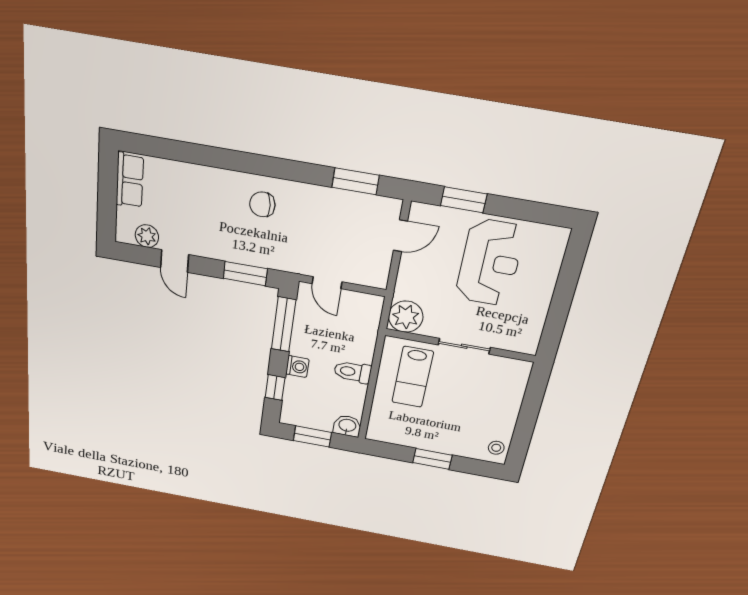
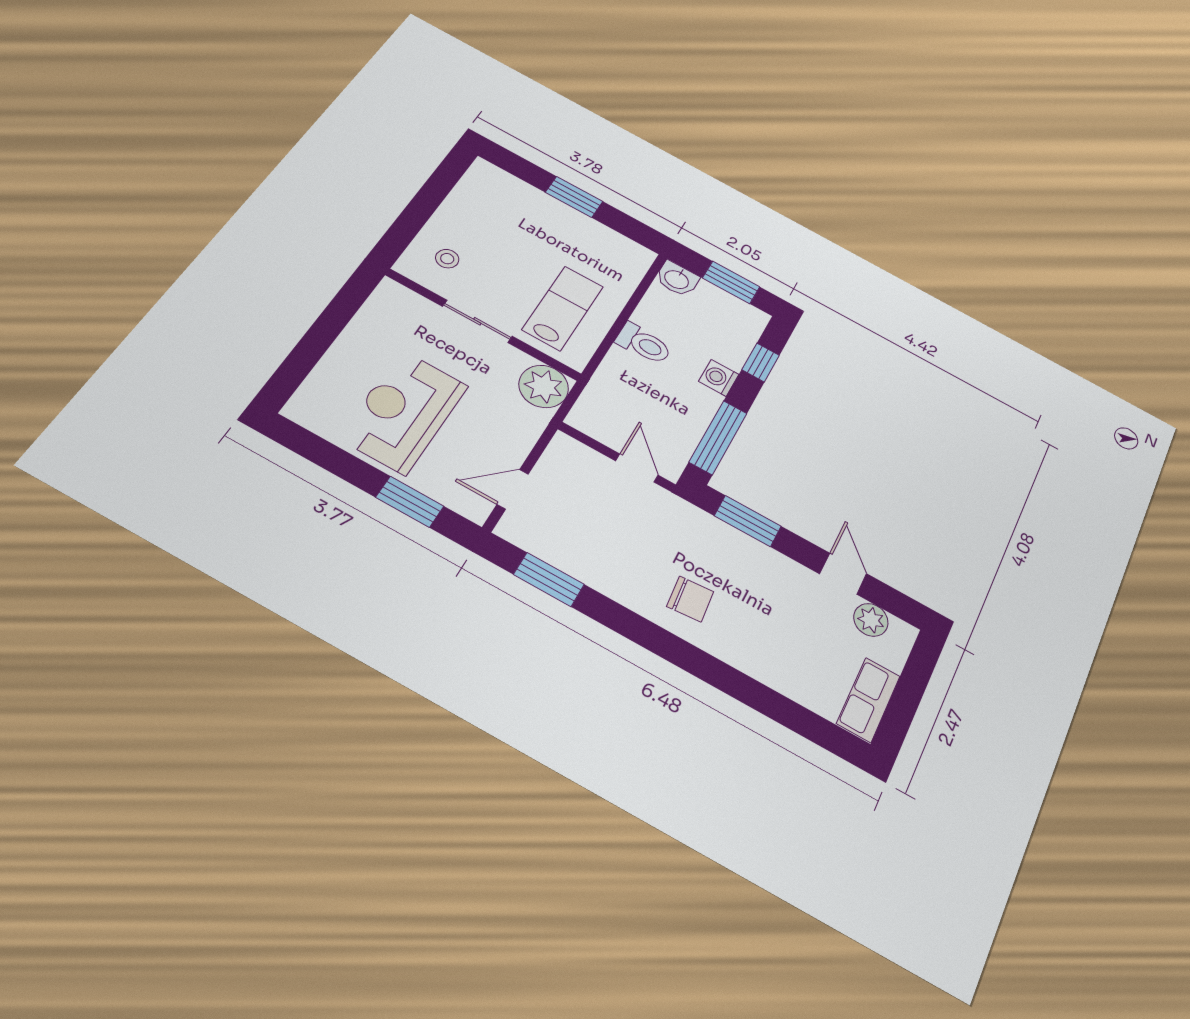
stool: (496, 448) -> (447, 259), moved

